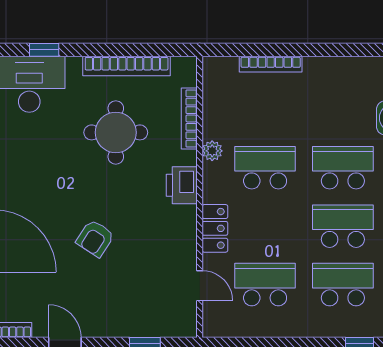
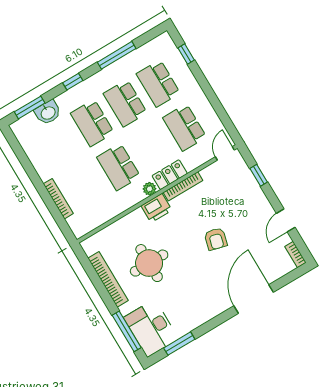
window: (44, 50) -> (127, 331), width x2.17
bookcase: (189, 118) -> (183, 186), moved
plant: (212, 151) -> (150, 189), moved
armchair: (95, 238) -> (216, 239), turned 72
door: (200, 286) -> (225, 153), moved

